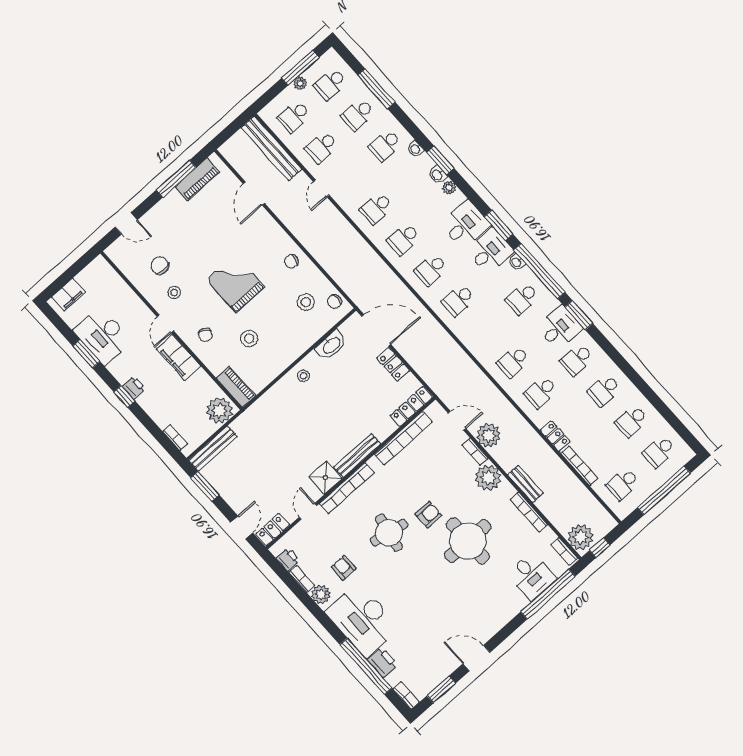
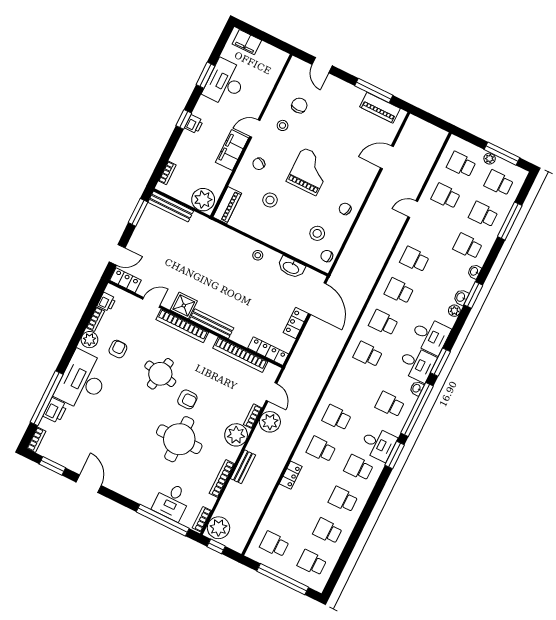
bench: (271, 148) -> (429, 157), removed
bookcase: (579, 466) -> (275, 504), removed

